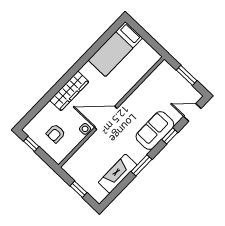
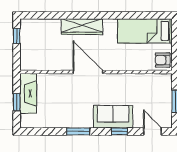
side table: (85, 129) -> (65, 65), removed
armchair: (56, 133) -> (163, 60), moved
fireplace: (118, 174) -> (28, 93), moved, turned 90

